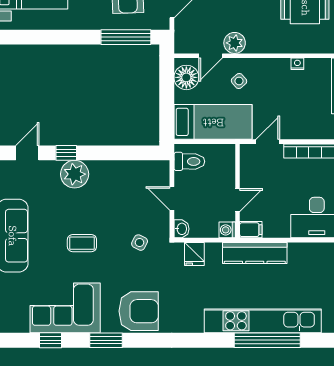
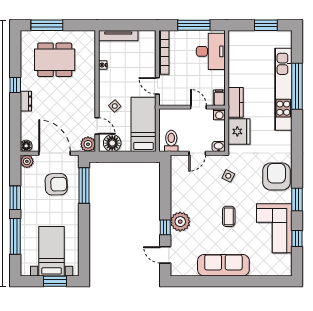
plant: (235, 43) -> (88, 144), moved
kitchen counter: (255, 253) -> (236, 102), width x0.67
fridge: (194, 254) -> (239, 131), width x1.88, depth x1.34

